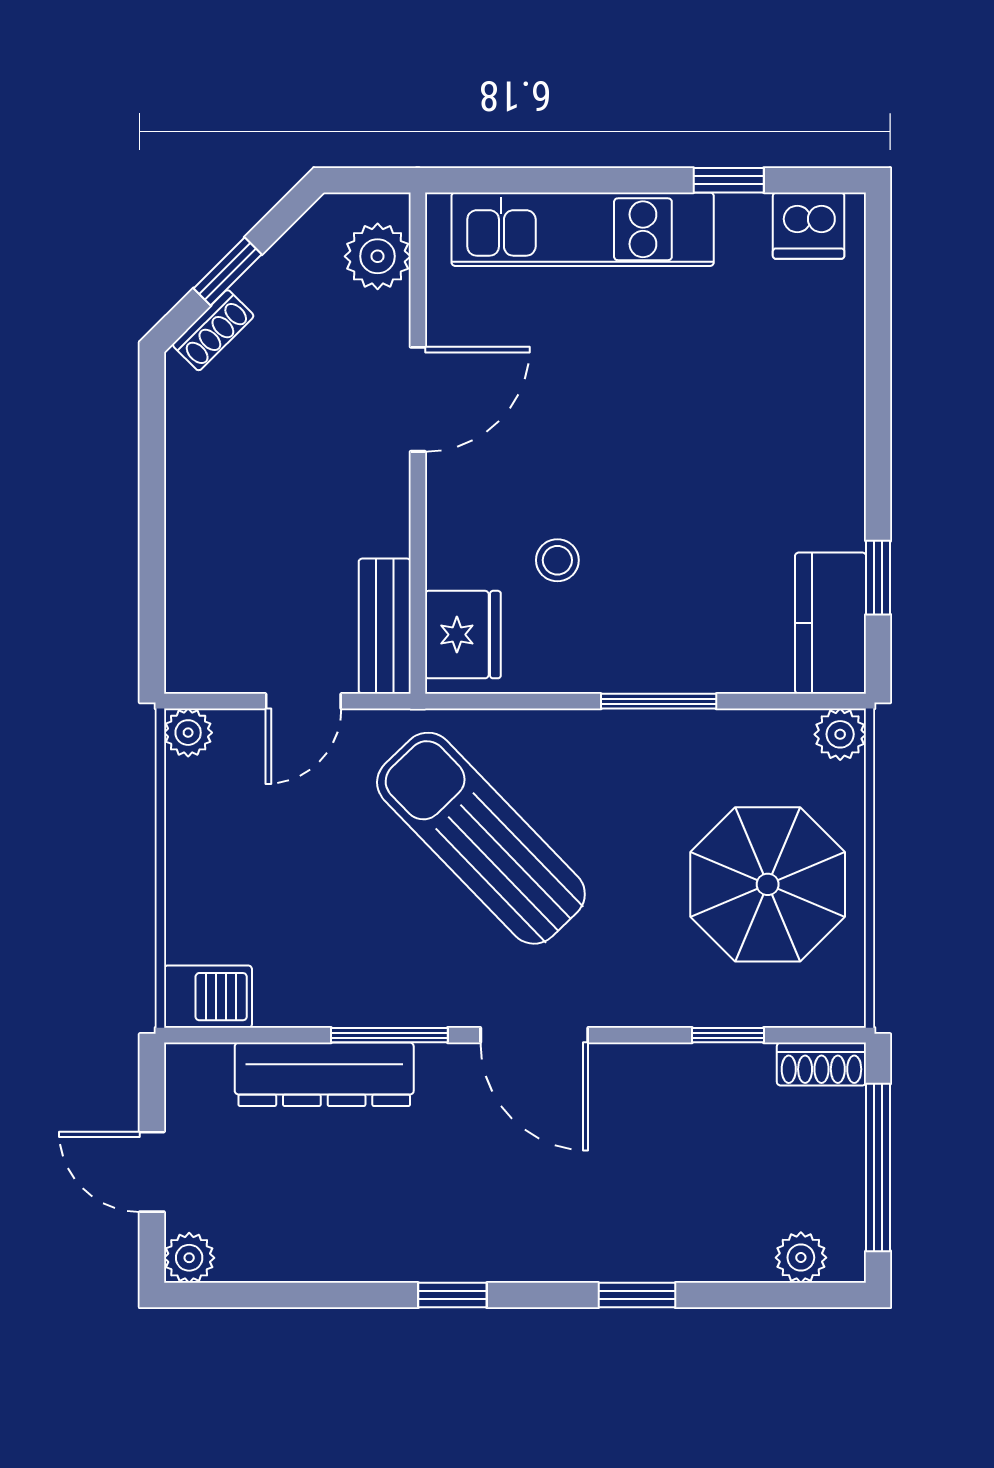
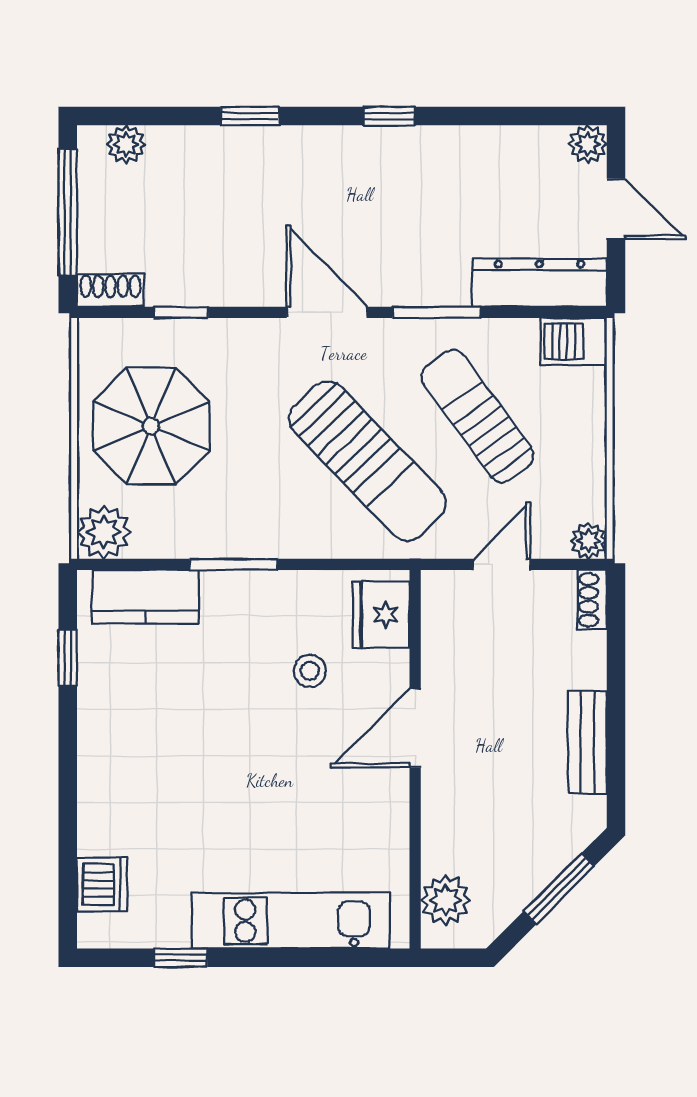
dishwasher: (809, 226) -> (102, 885), moved, turned 90
window: (228, 271) -> (559, 889), width x1.50
shoe rack: (213, 330) -> (592, 600), moved, turned -45
door: (418, 399) -> (415, 728), moved
kitchen counter: (831, 623) -> (146, 597), moved, turned 90
bench: (385, 626) -> (587, 742), moved
plant: (840, 734) -> (104, 532), width x1.38, depth x1.38
sun lounger: (335, 898) -> (477, 416), added
dresser: (324, 1074) -> (539, 283), moved

